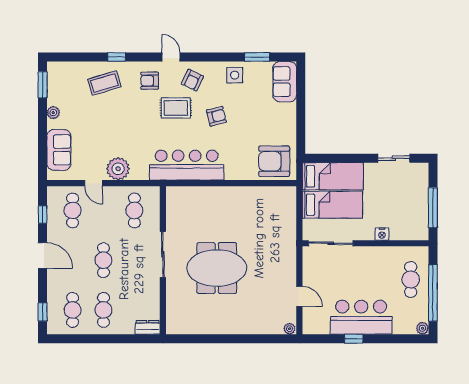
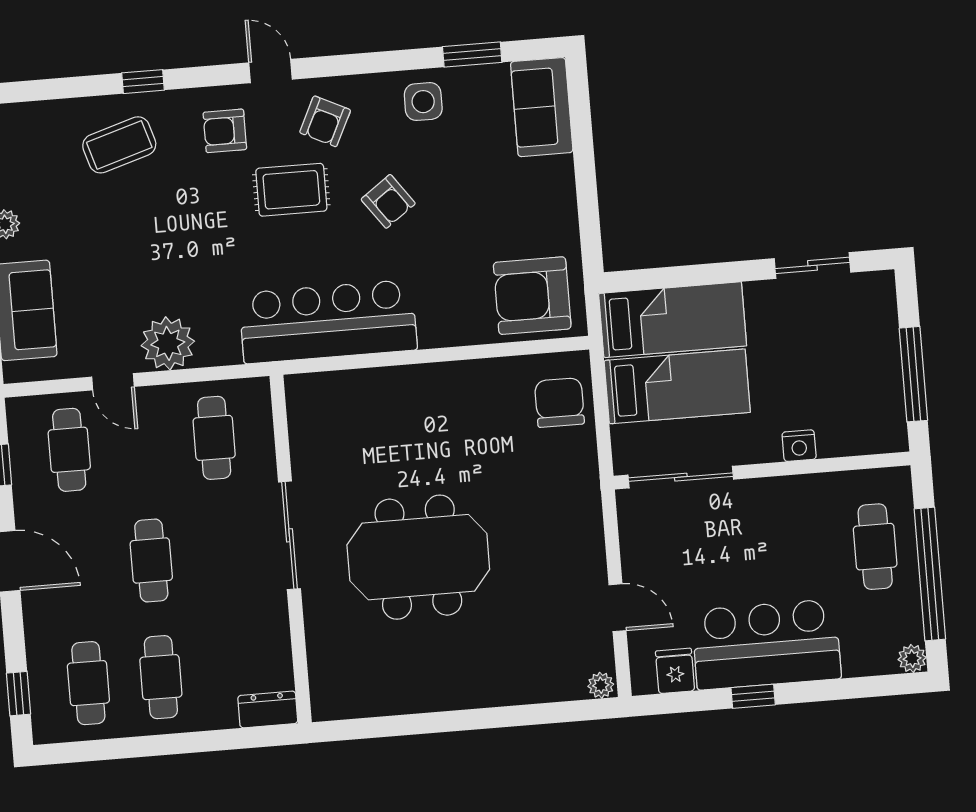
armchair: (216, 116) -> (388, 201), turned 68
chair: (282, 207) -> (559, 403), added
fridge: (322, 325) -> (675, 671), added

